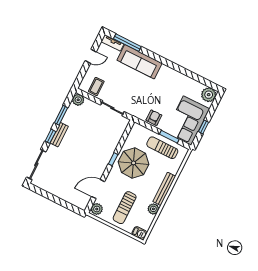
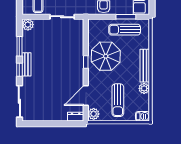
dresser: (80, 203) -> (76, 117), added

